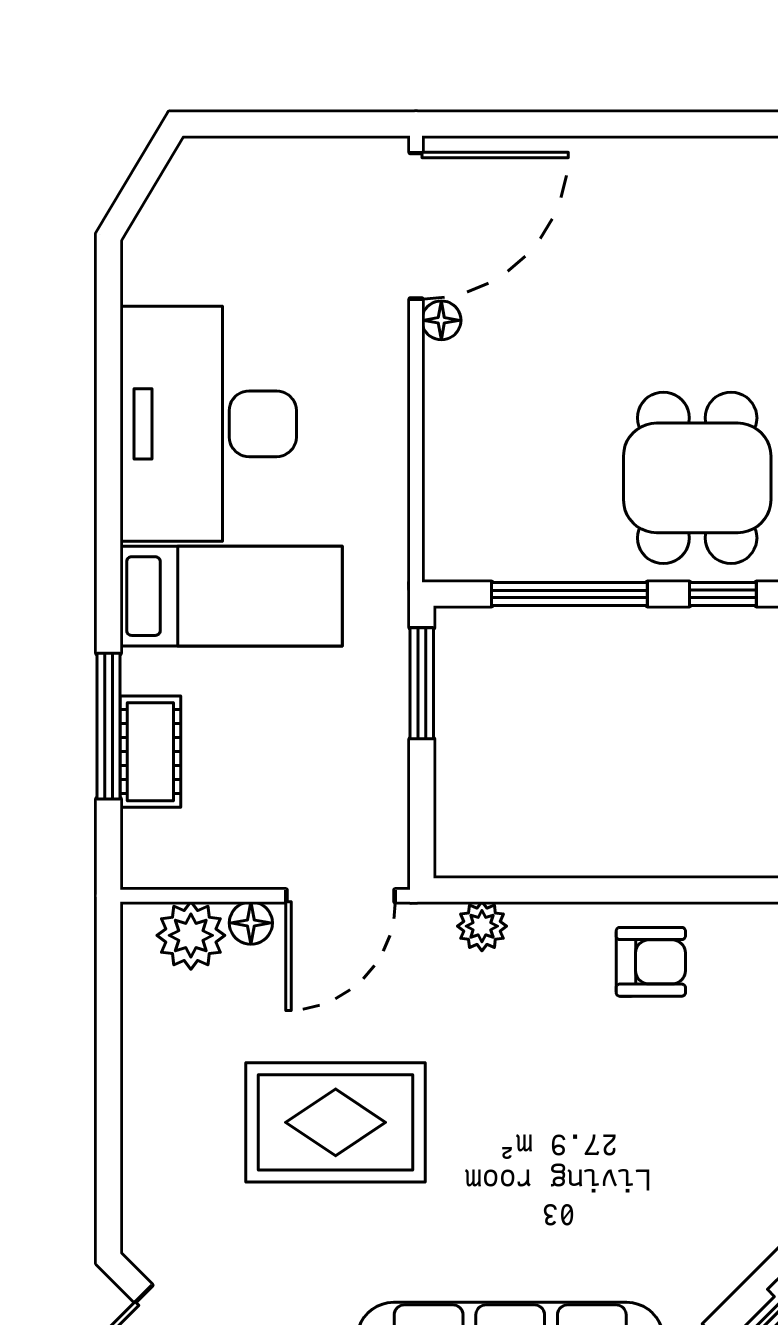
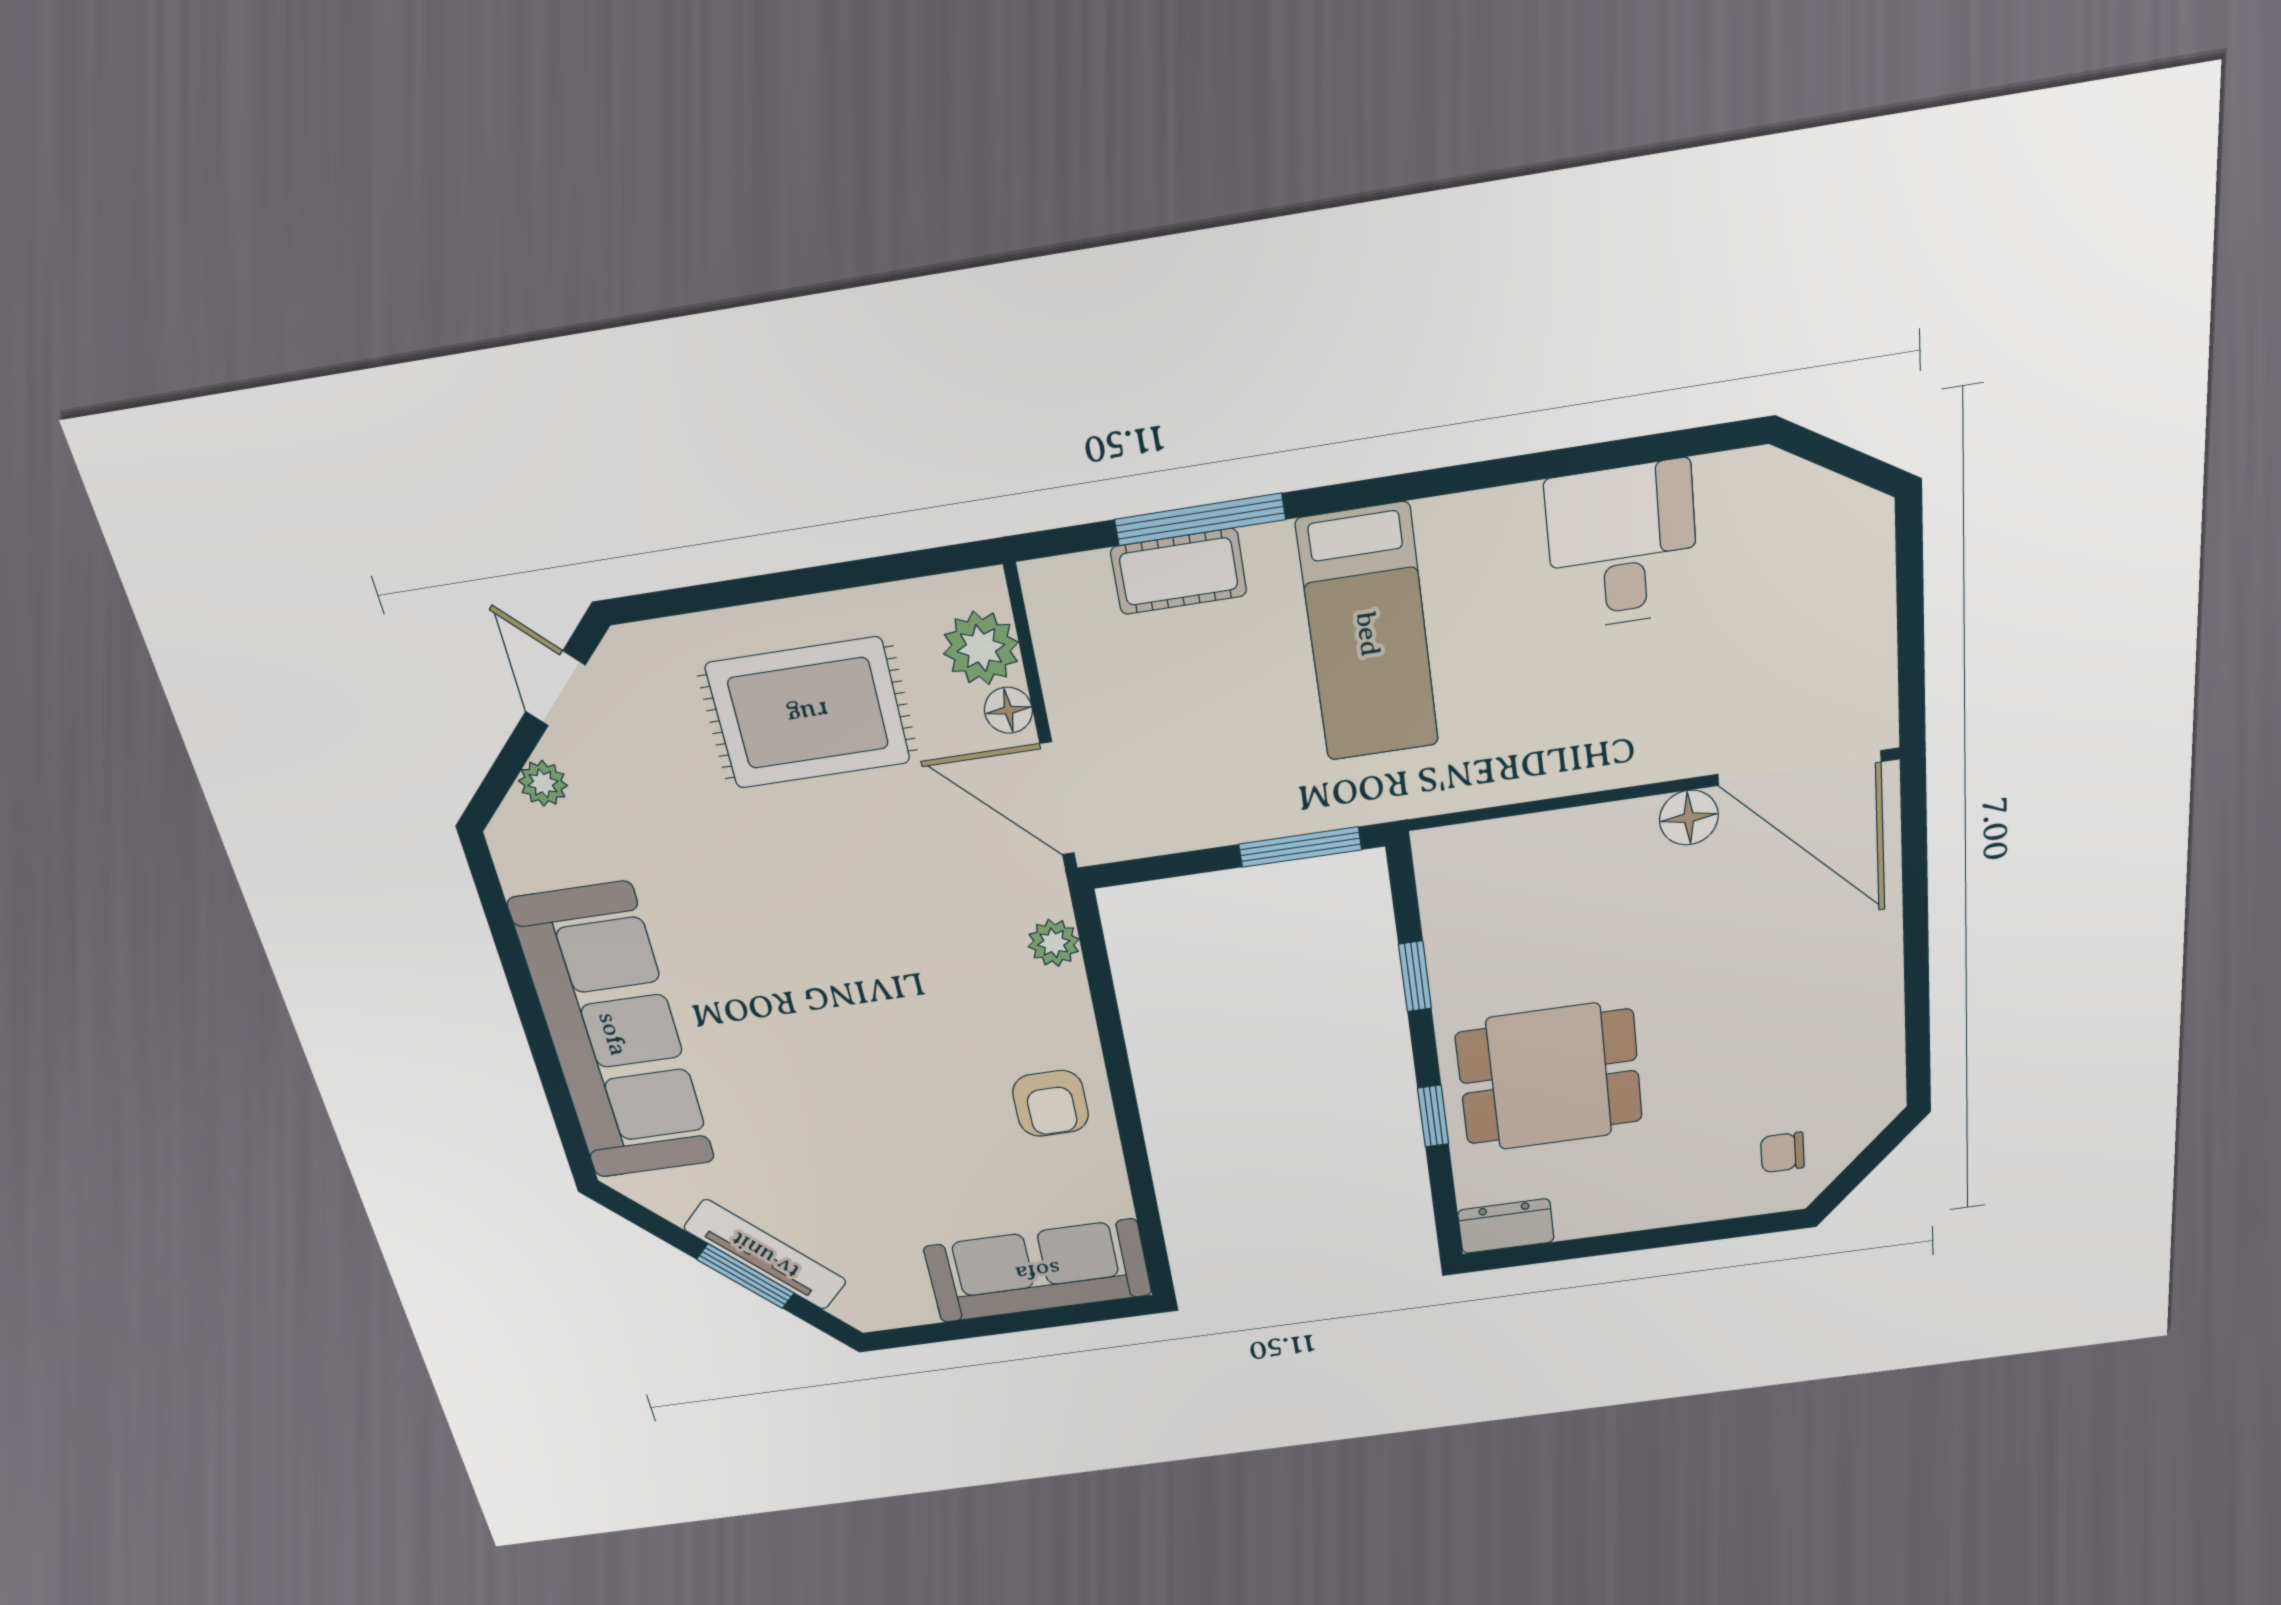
floor lamp: (441, 320) -> (1689, 818), width x1.37, depth x1.37
desk: (208, 424) -> (1622, 546), width x0.53, depth x0.77
window: (569, 594) -> (1415, 976), width x0.46
rug: (336, 1122) -> (808, 713), moved, turned 90

